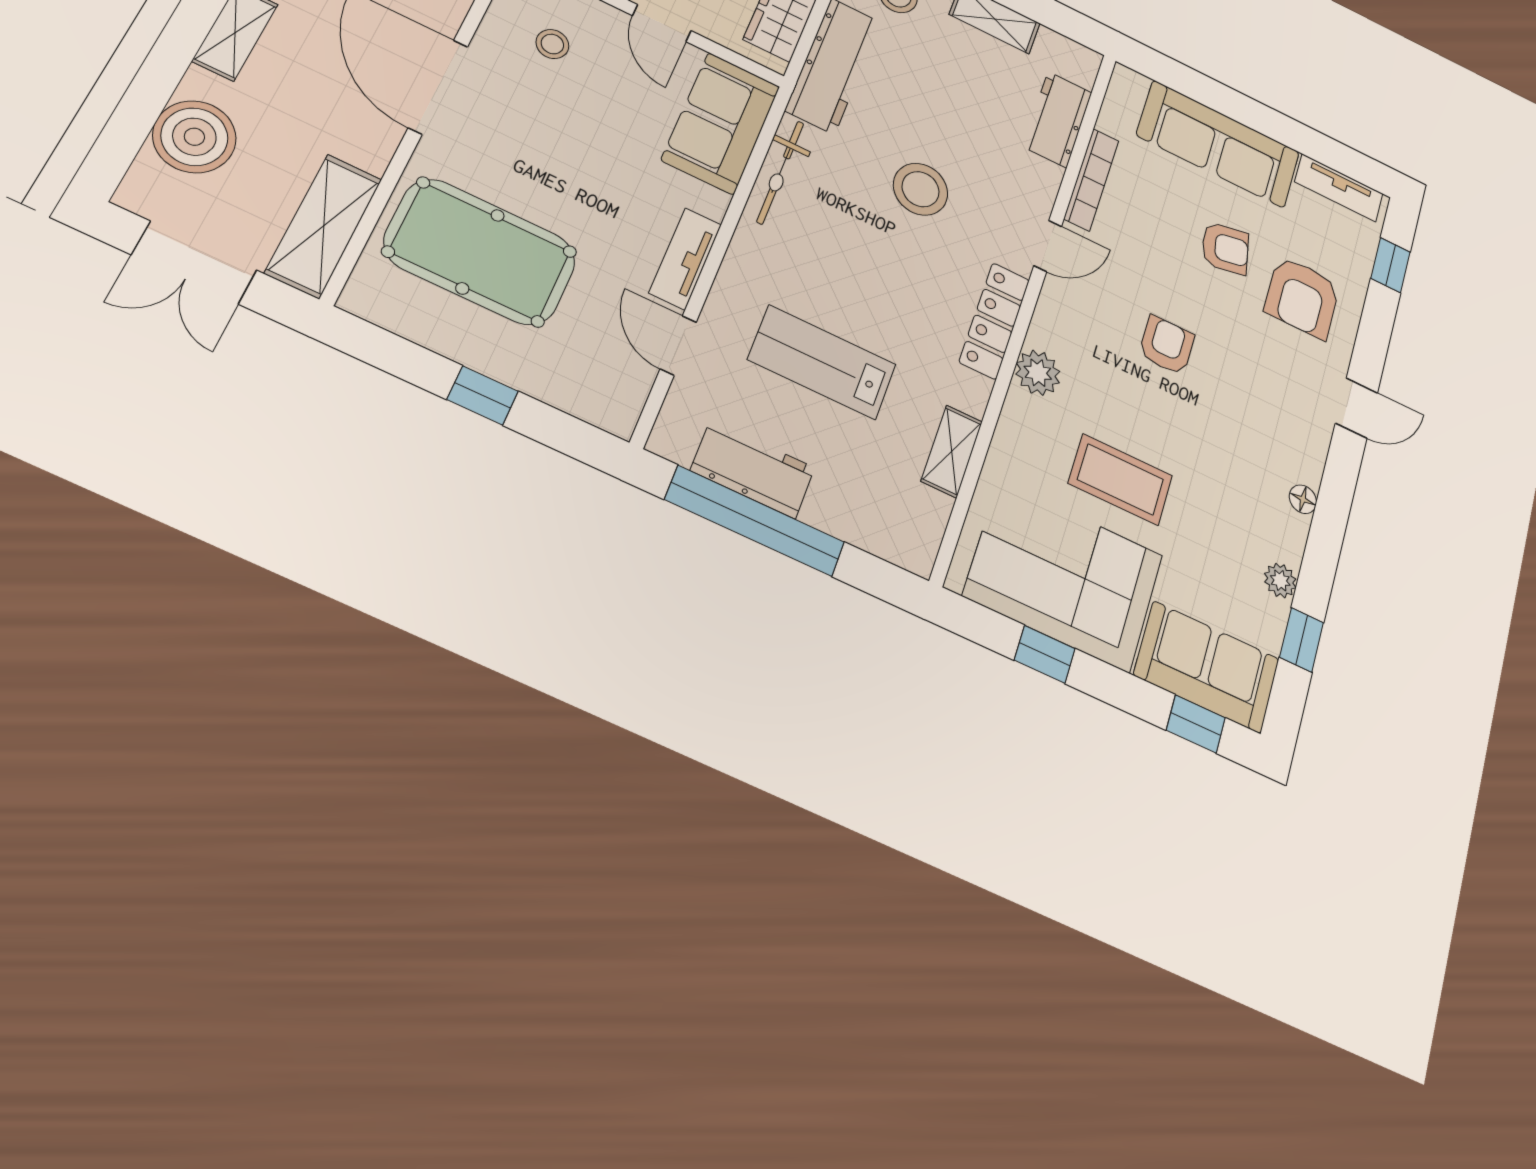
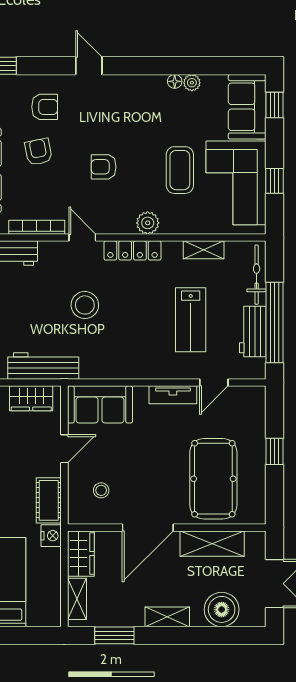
bicycle: (780, 172) -> (257, 275), moved, turned -90
shelving: (324, 226) -> (212, 544), moved
armchair: (1302, 297) -> (45, 107), width x0.72, depth x0.72
floor lamp: (1303, 499) -> (175, 81), moved
window: (1302, 640) -> (215, 66), removed

